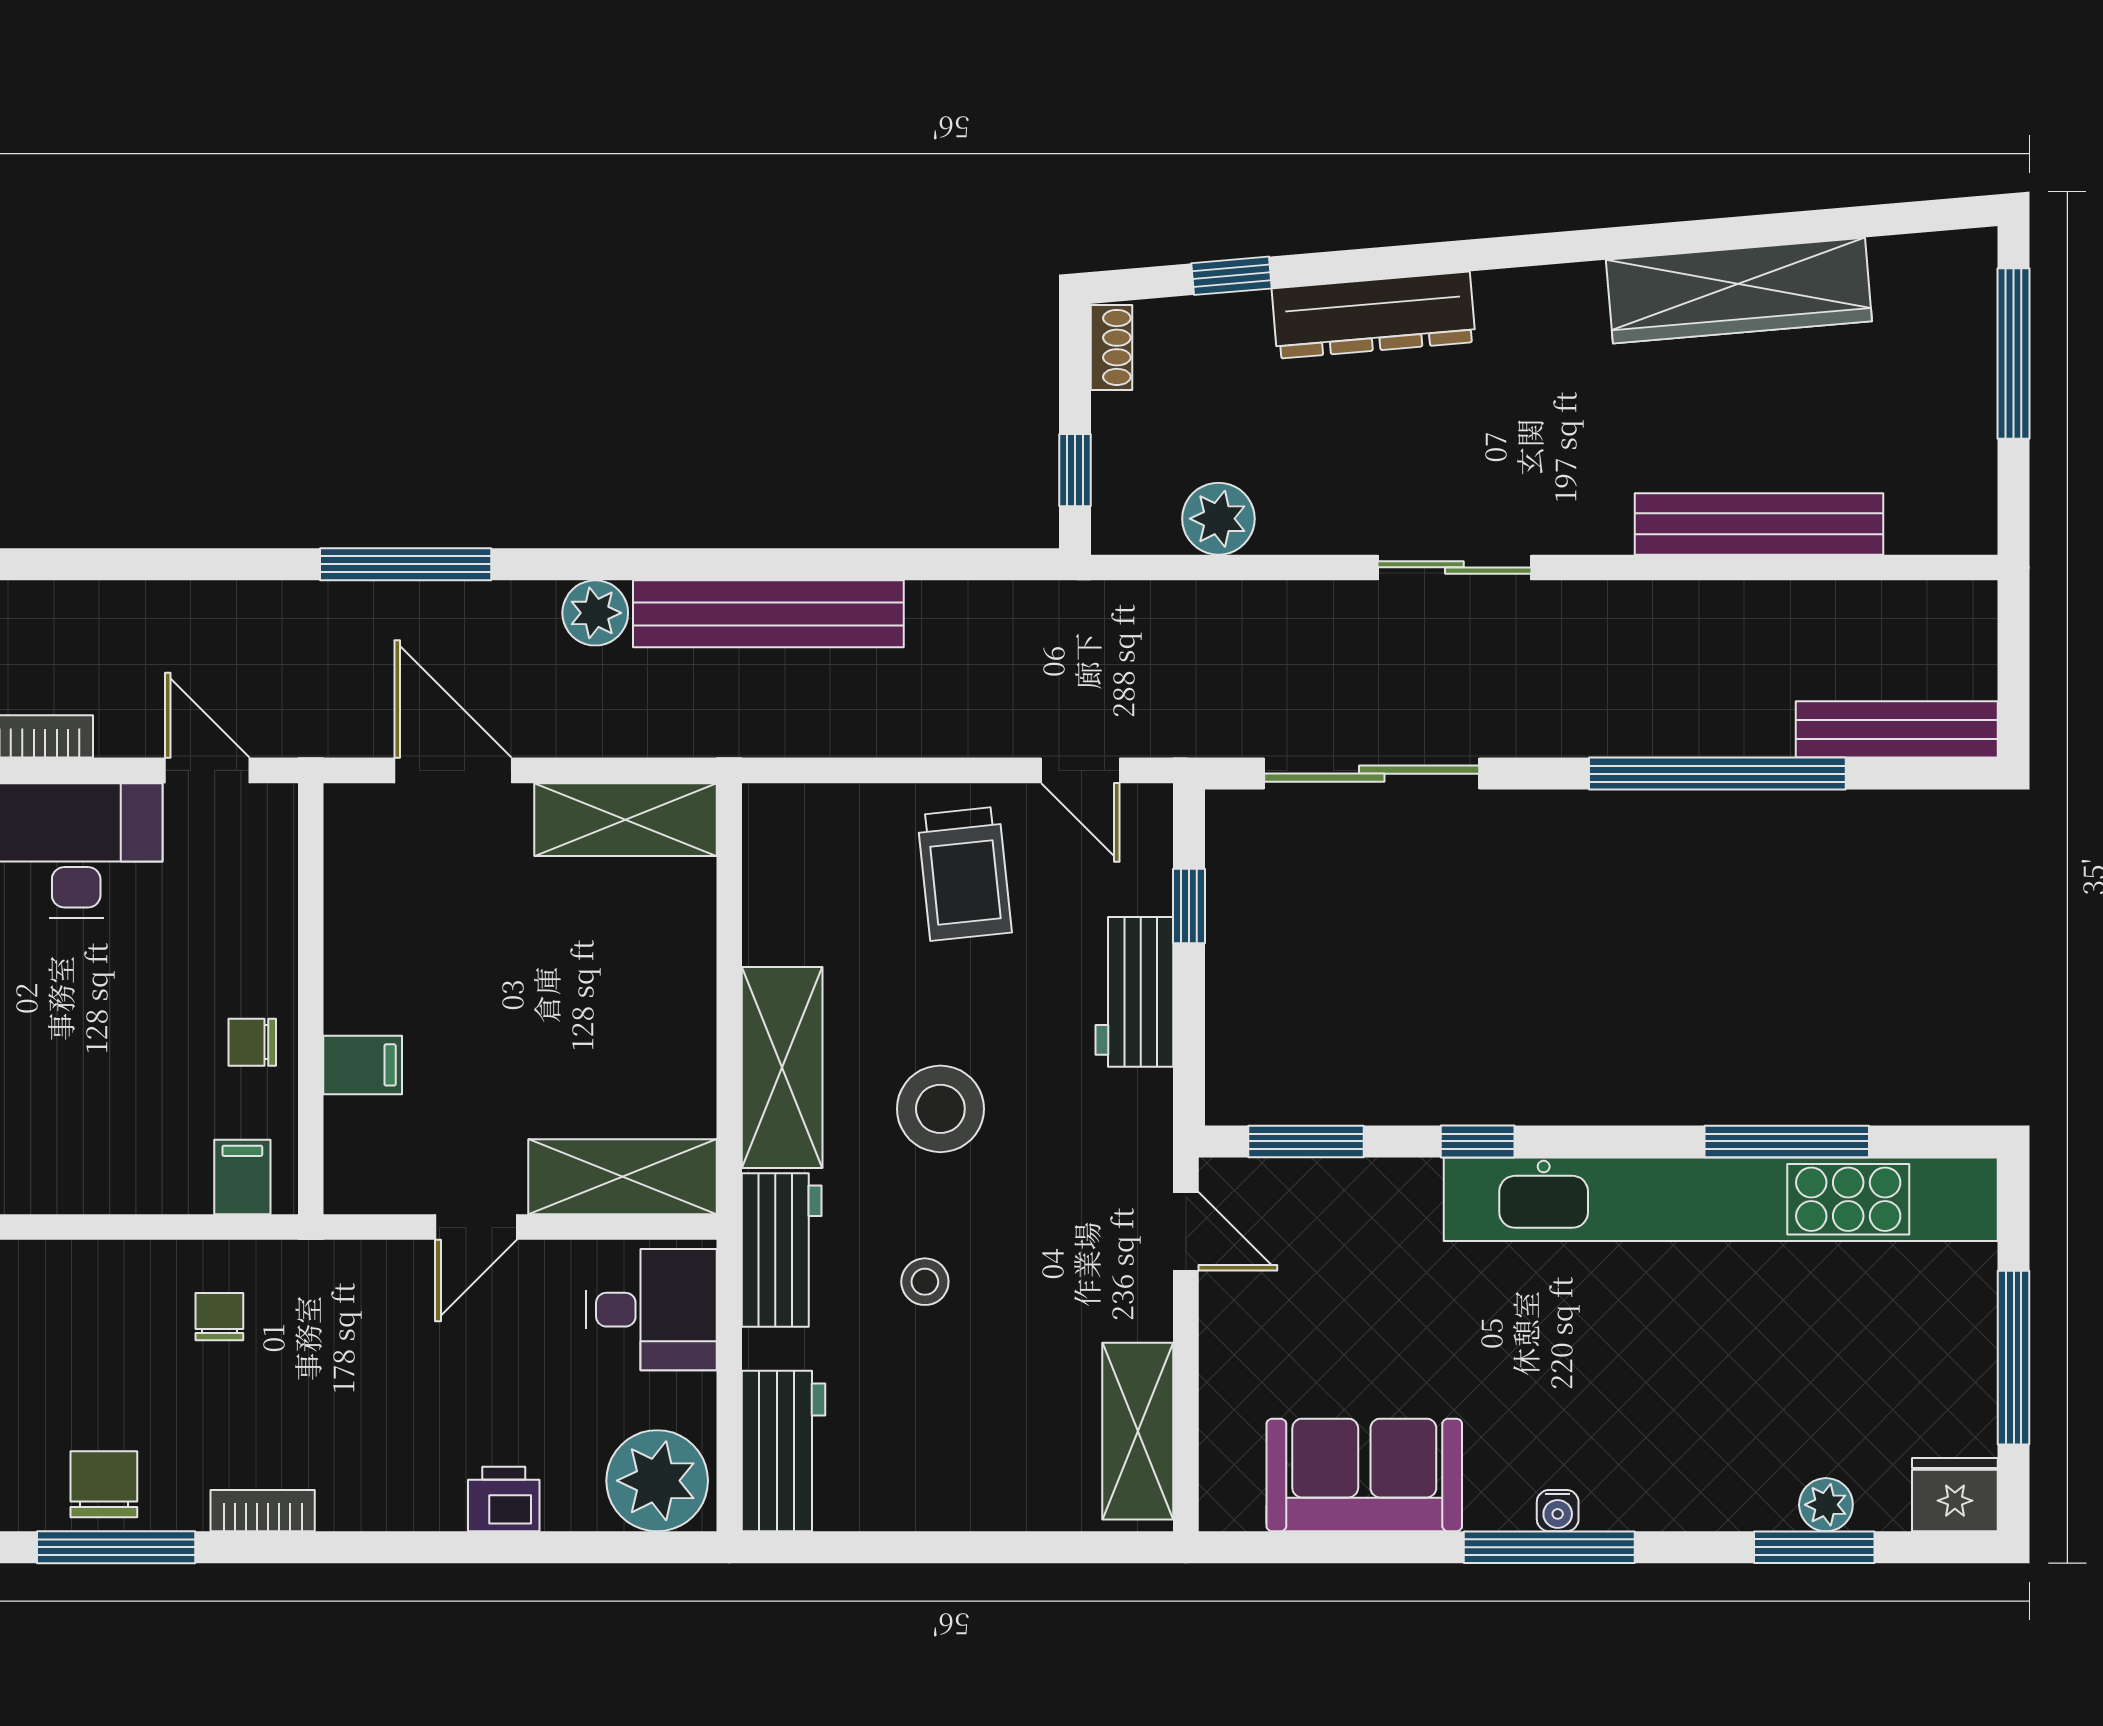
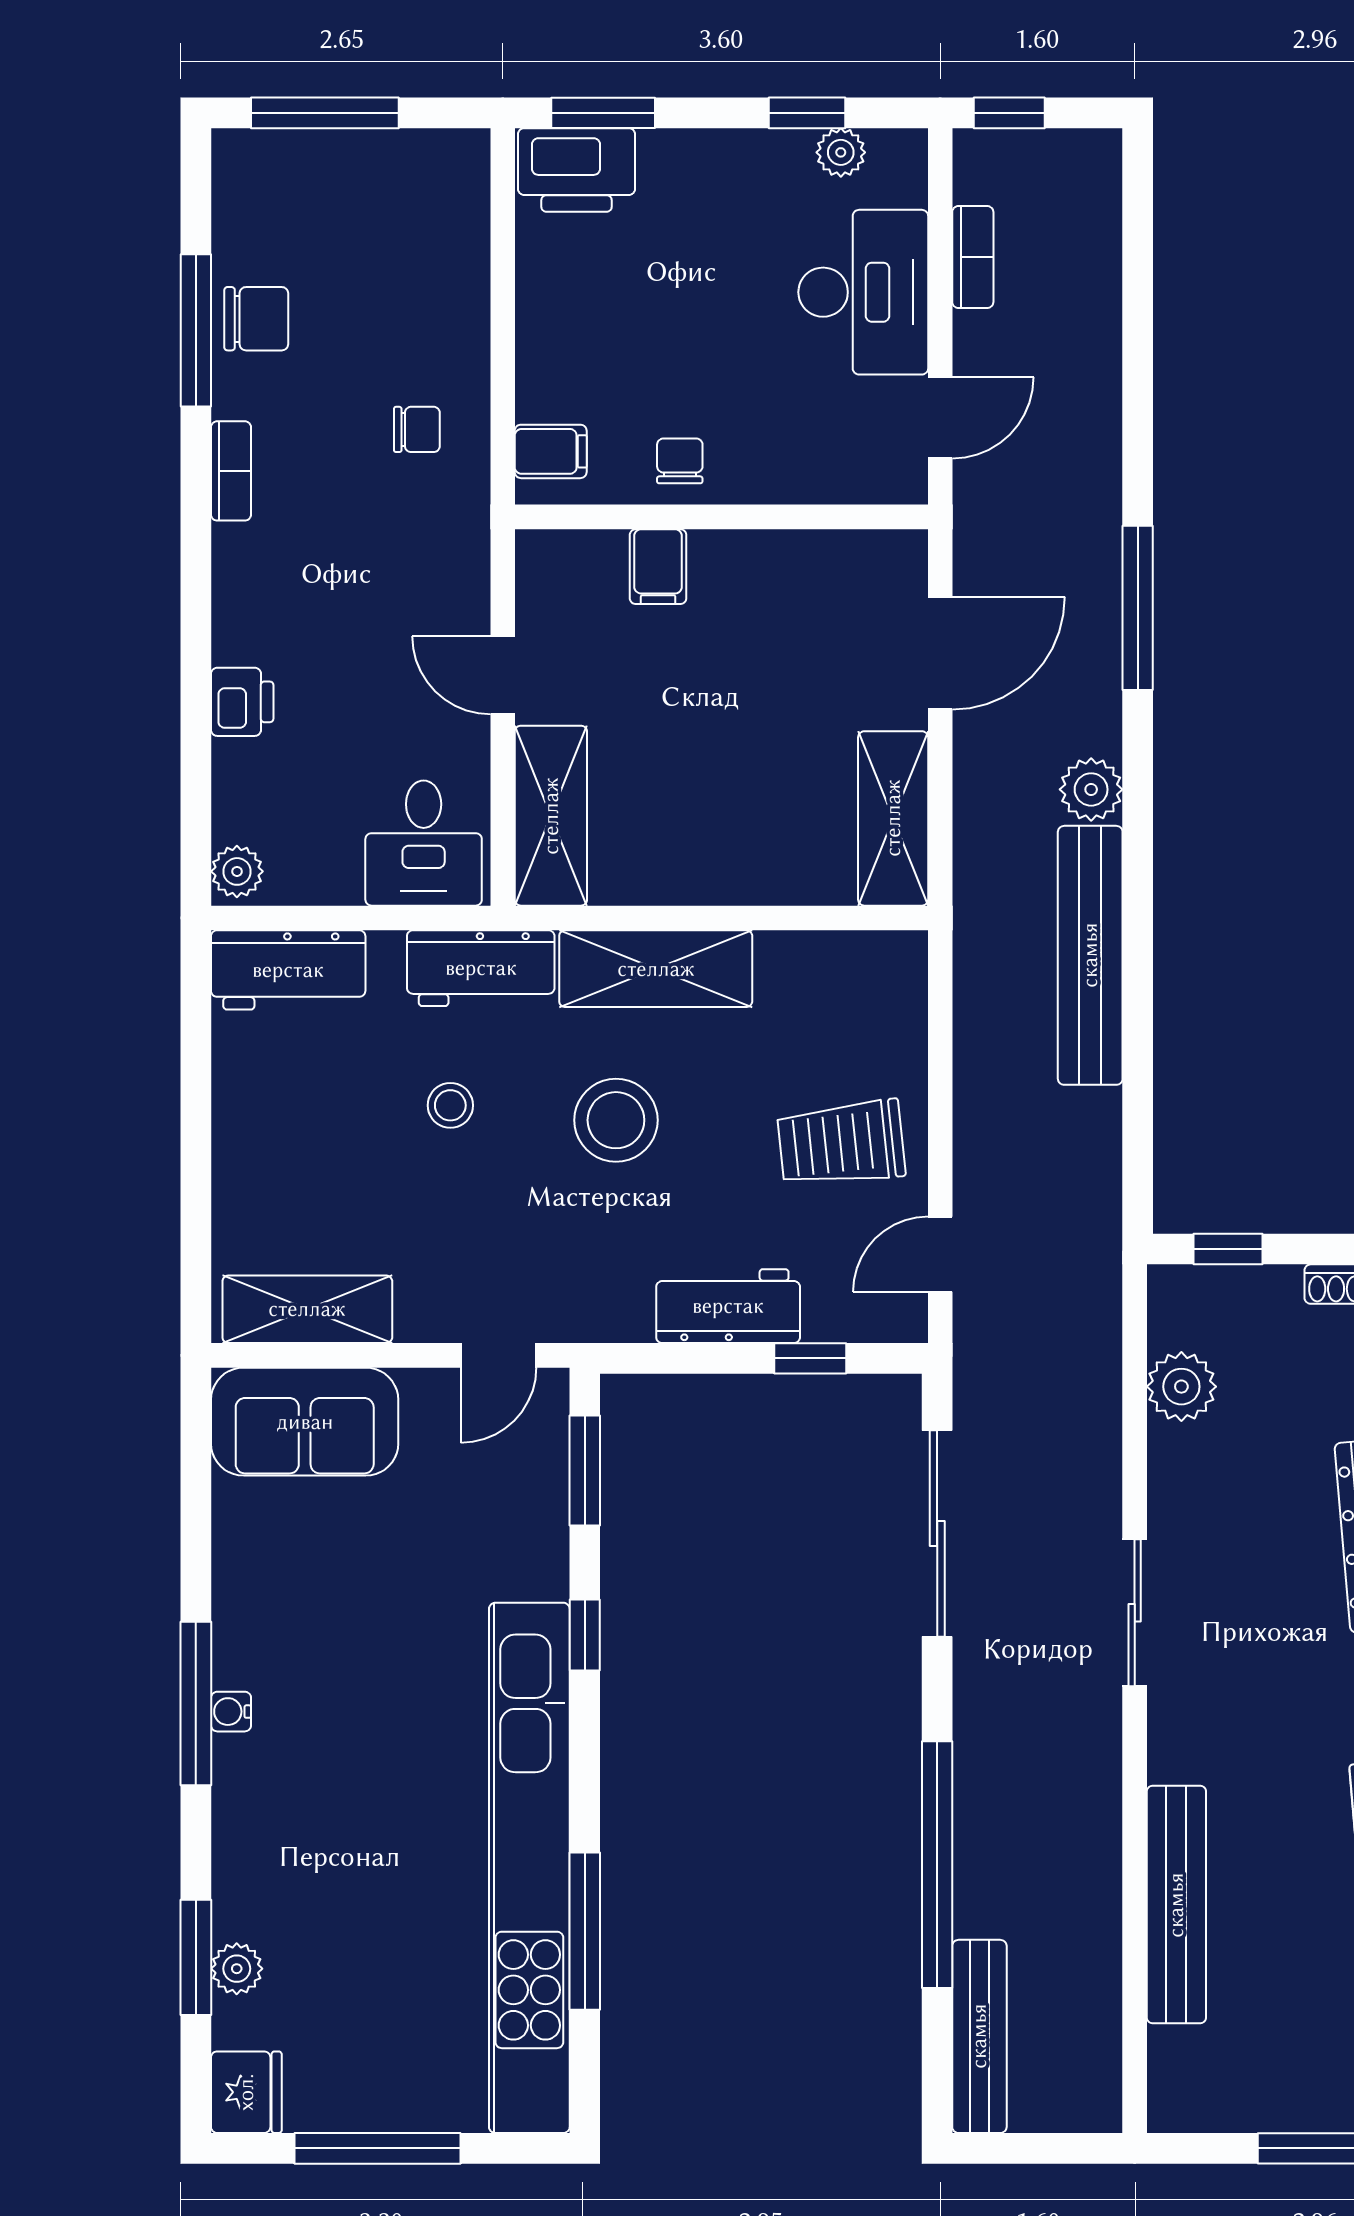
sofa: (1364, 1475) -> (305, 1422), moved, turned 90
plant: (657, 1481) -> (237, 871), width x0.53, depth x0.53

